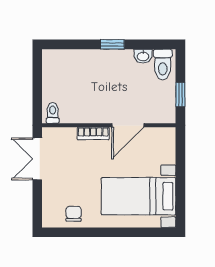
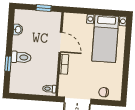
window: (112, 44) -> (8, 64), moved
toilet: (163, 64) -> (21, 57), moved
chair: (74, 214) -> (104, 92), moved

